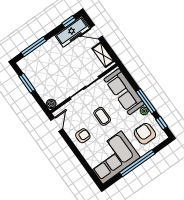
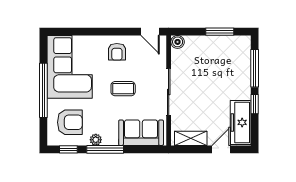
window: (69, 22) -> (255, 104), moved
sofa: (124, 92) -> (141, 133), width x0.73

